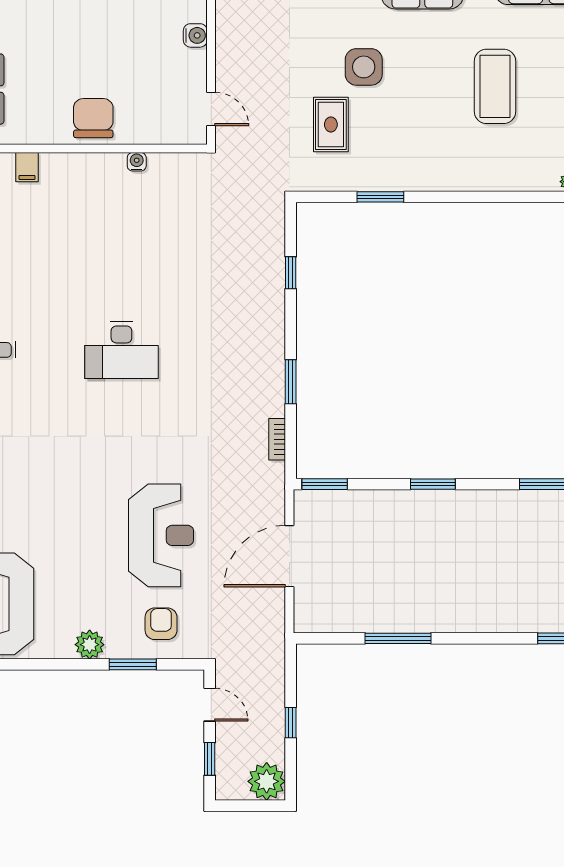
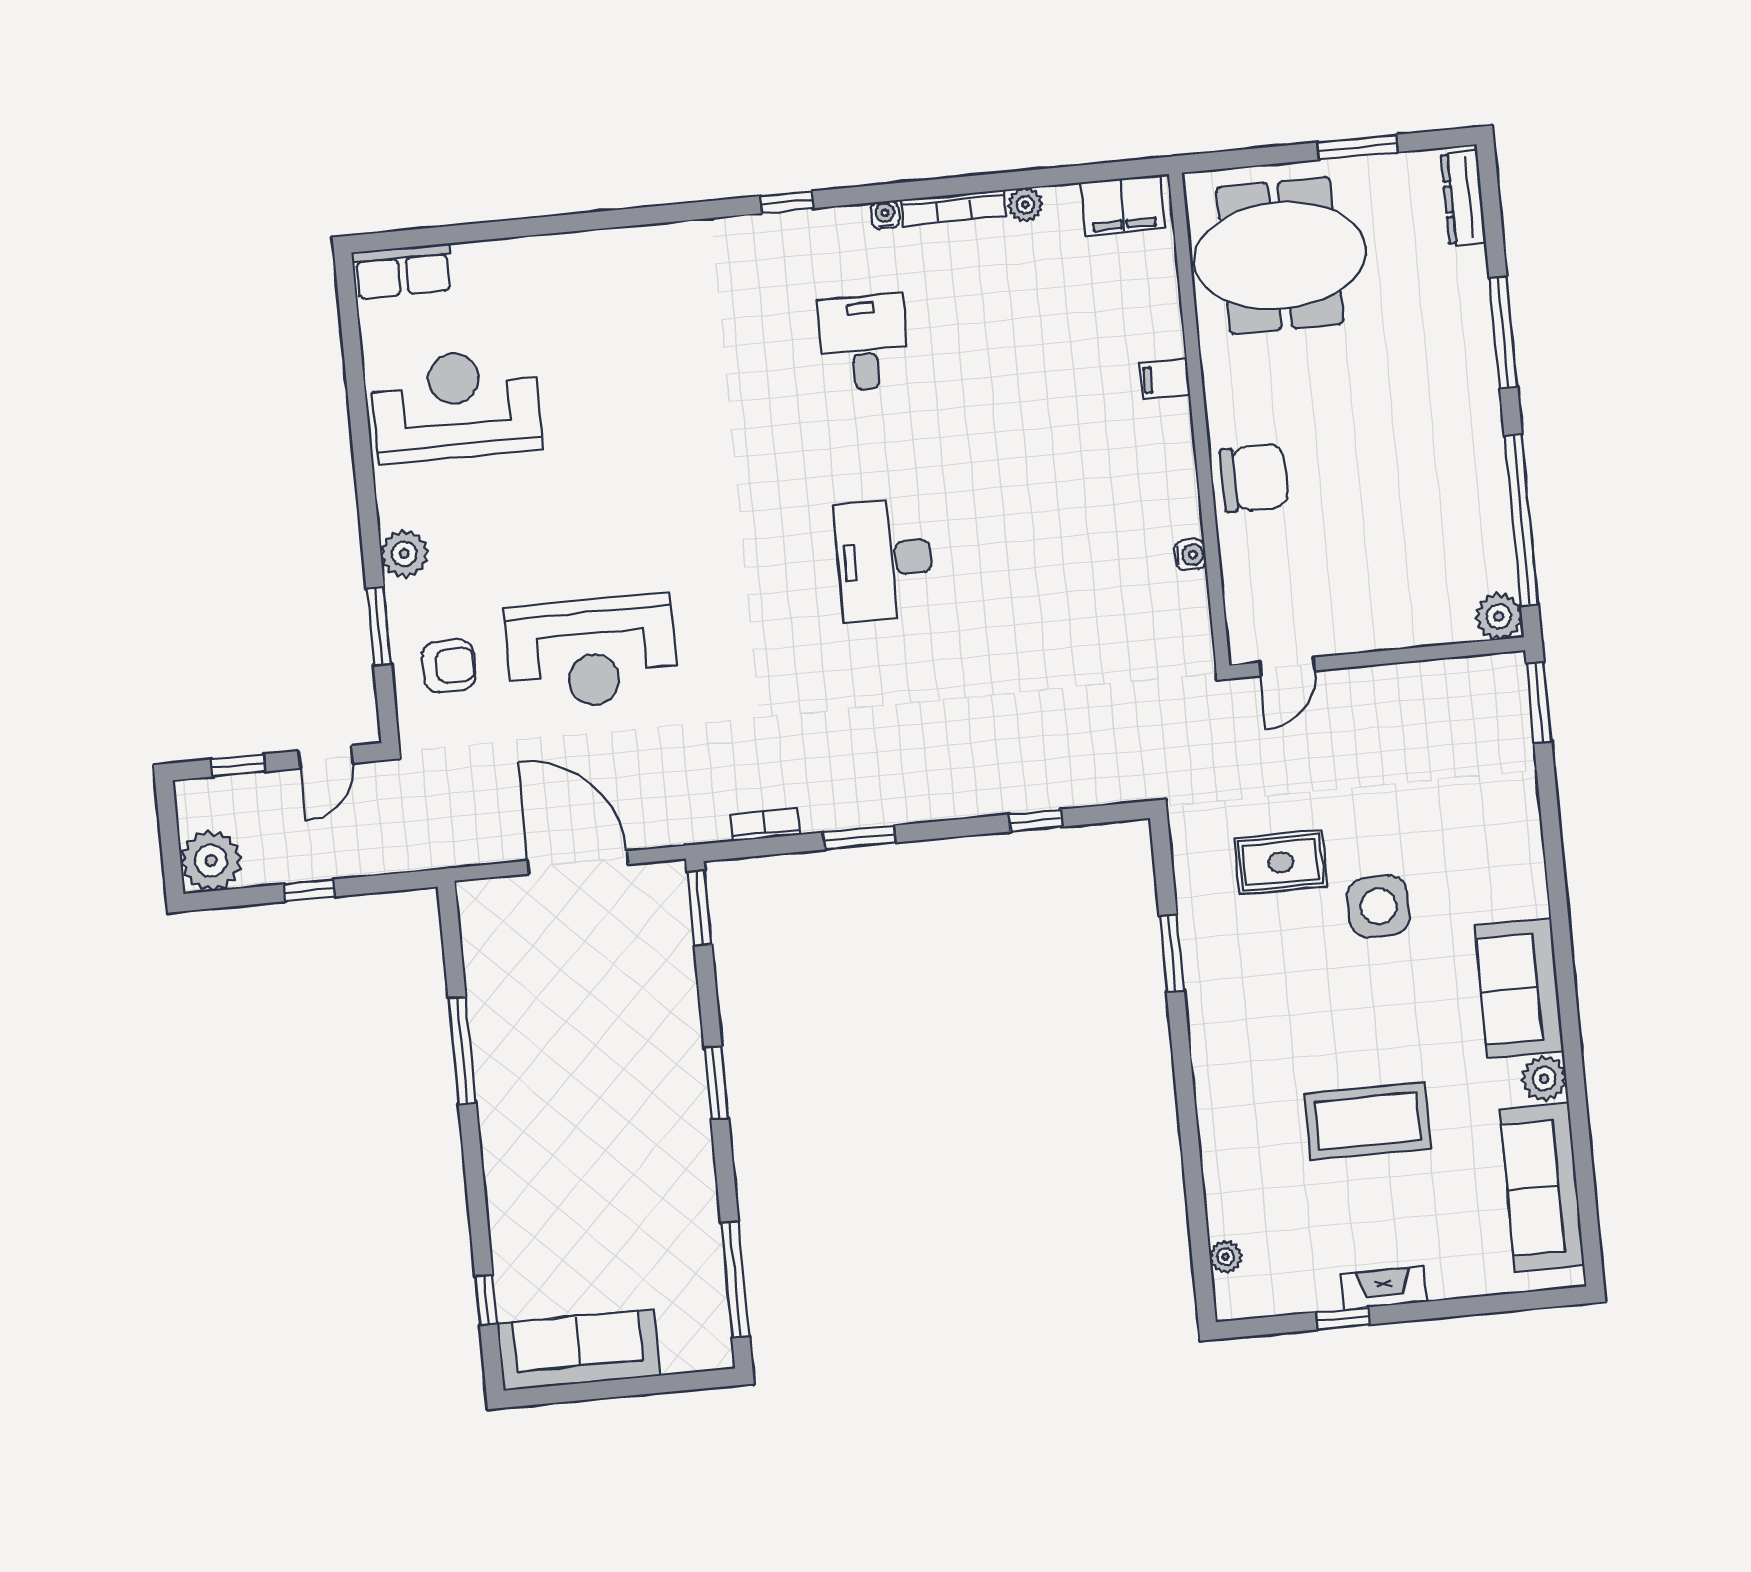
water cooler: (195, 35) -> (1403, 630), removed

